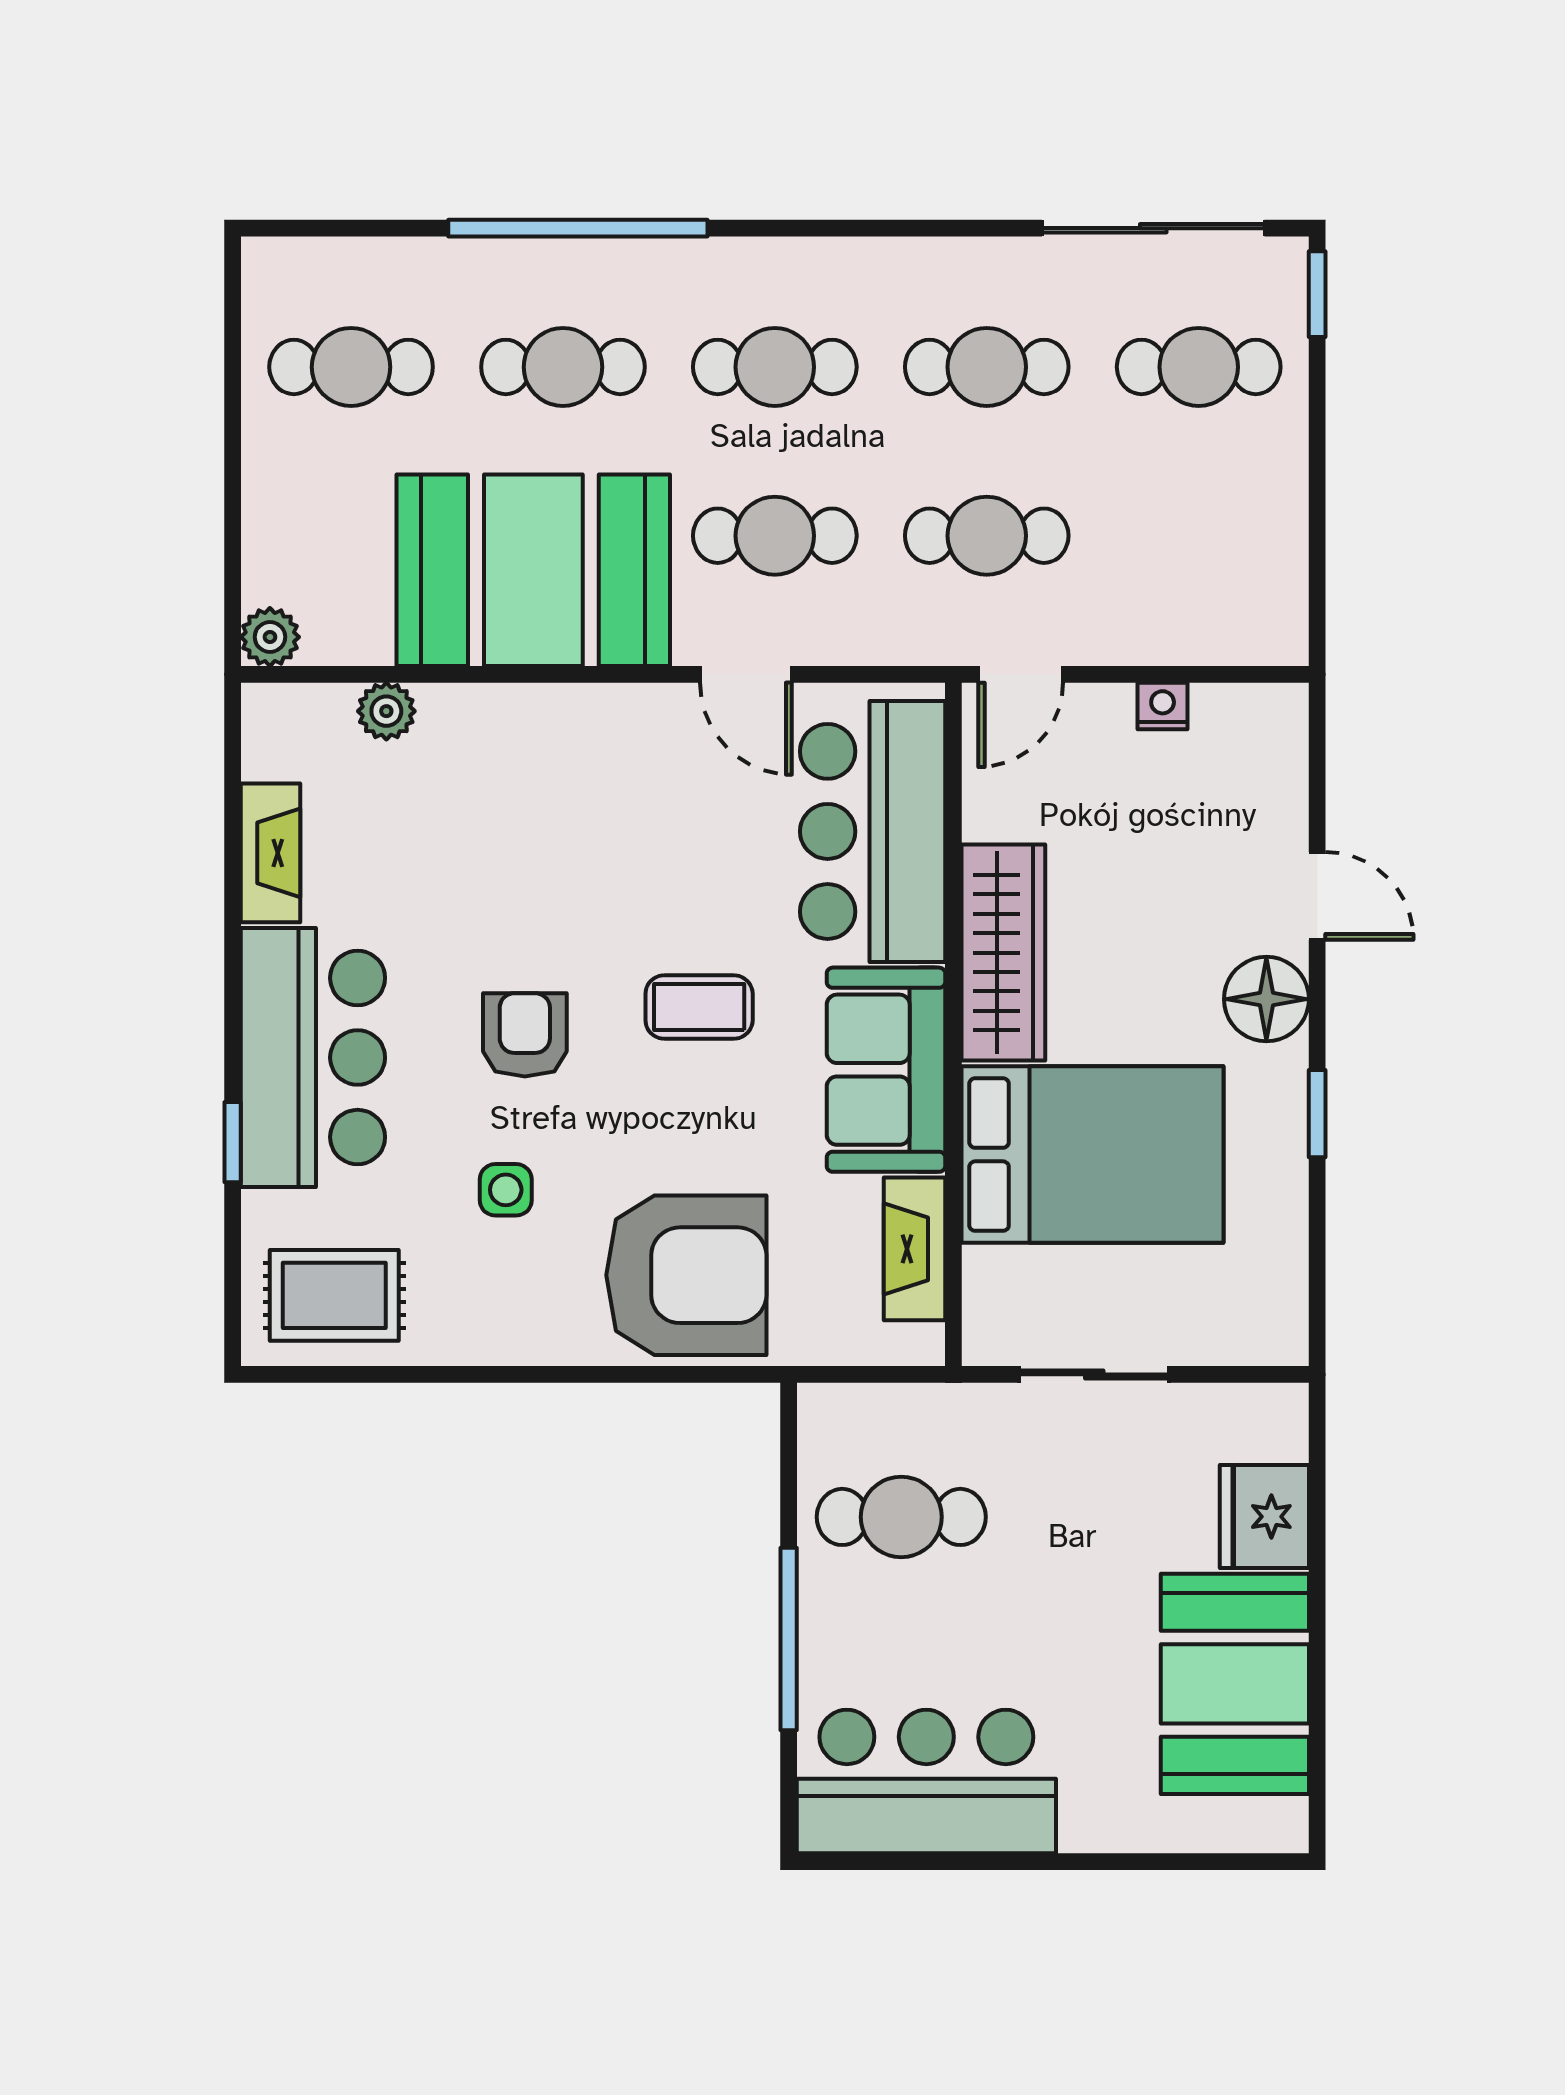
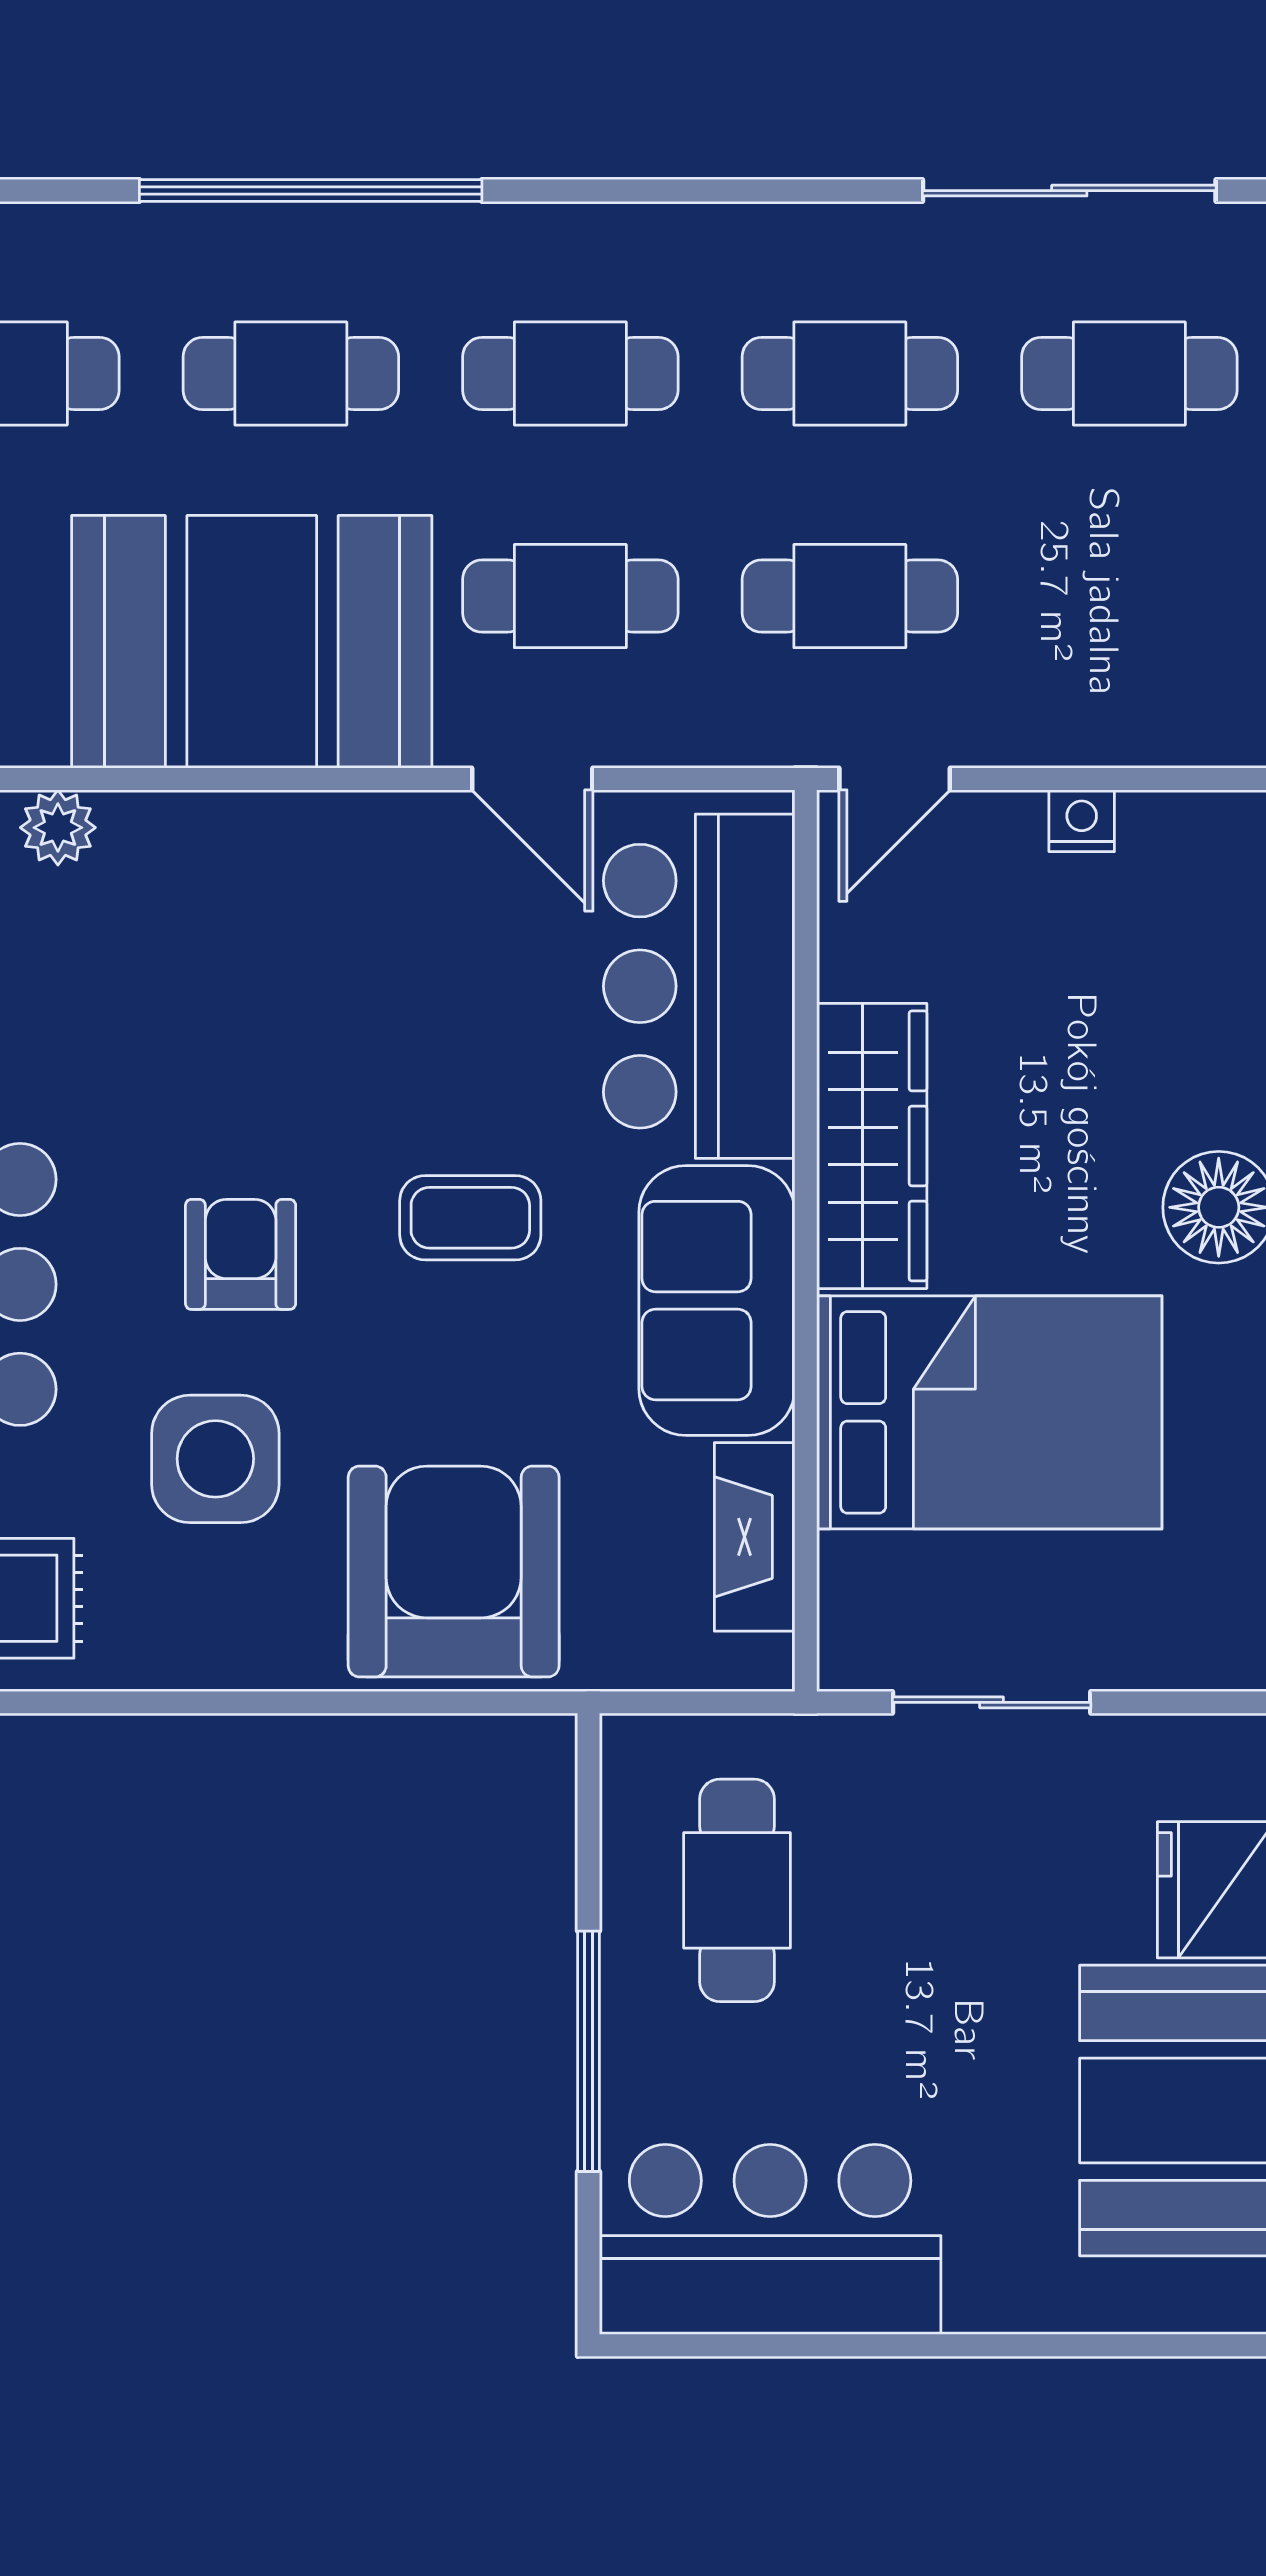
side table: (506, 1190) -> (215, 1459), width x1.87, depth x1.87
armchair: (686, 1275) -> (454, 1572), turned -90
cafe table: (901, 1517) -> (737, 1890), turned 90

